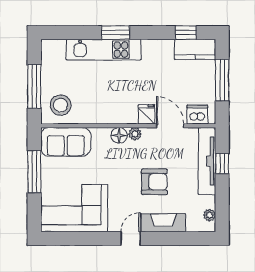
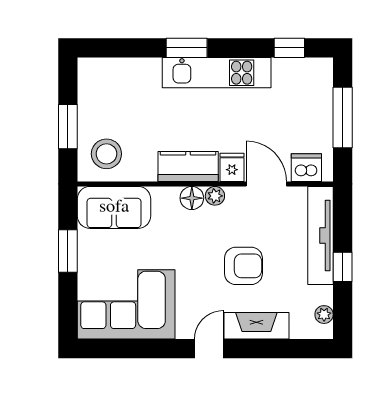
kitchen counter: (195, 49) -> (188, 167), moved, turned 180
kitchen unit: (104, 50) -> (217, 73), moved
window: (34, 86) -> (68, 127), width x0.69
window: (222, 164) -> (343, 267), moved
window: (34, 172) -> (68, 251), width x0.69

